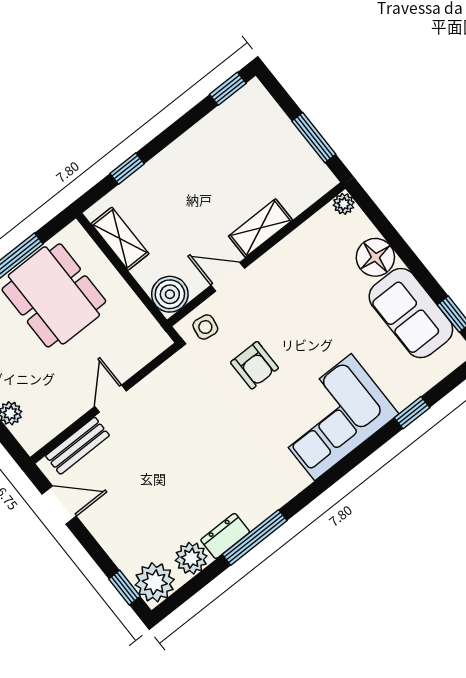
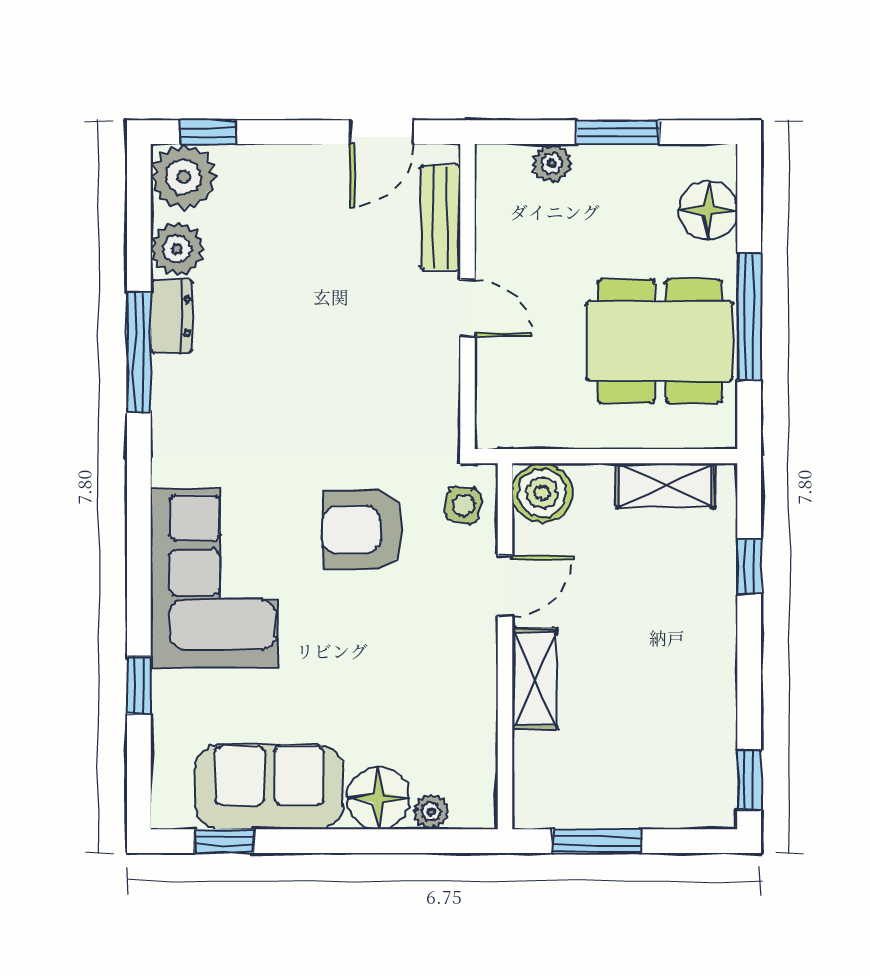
plant: (344, 204) -> (431, 812), moved
armchair: (254, 365) -> (363, 530), width x1.38, depth x1.38

